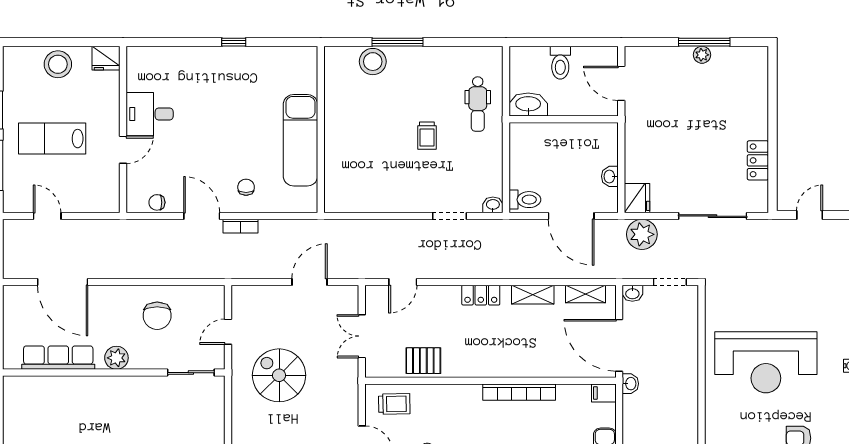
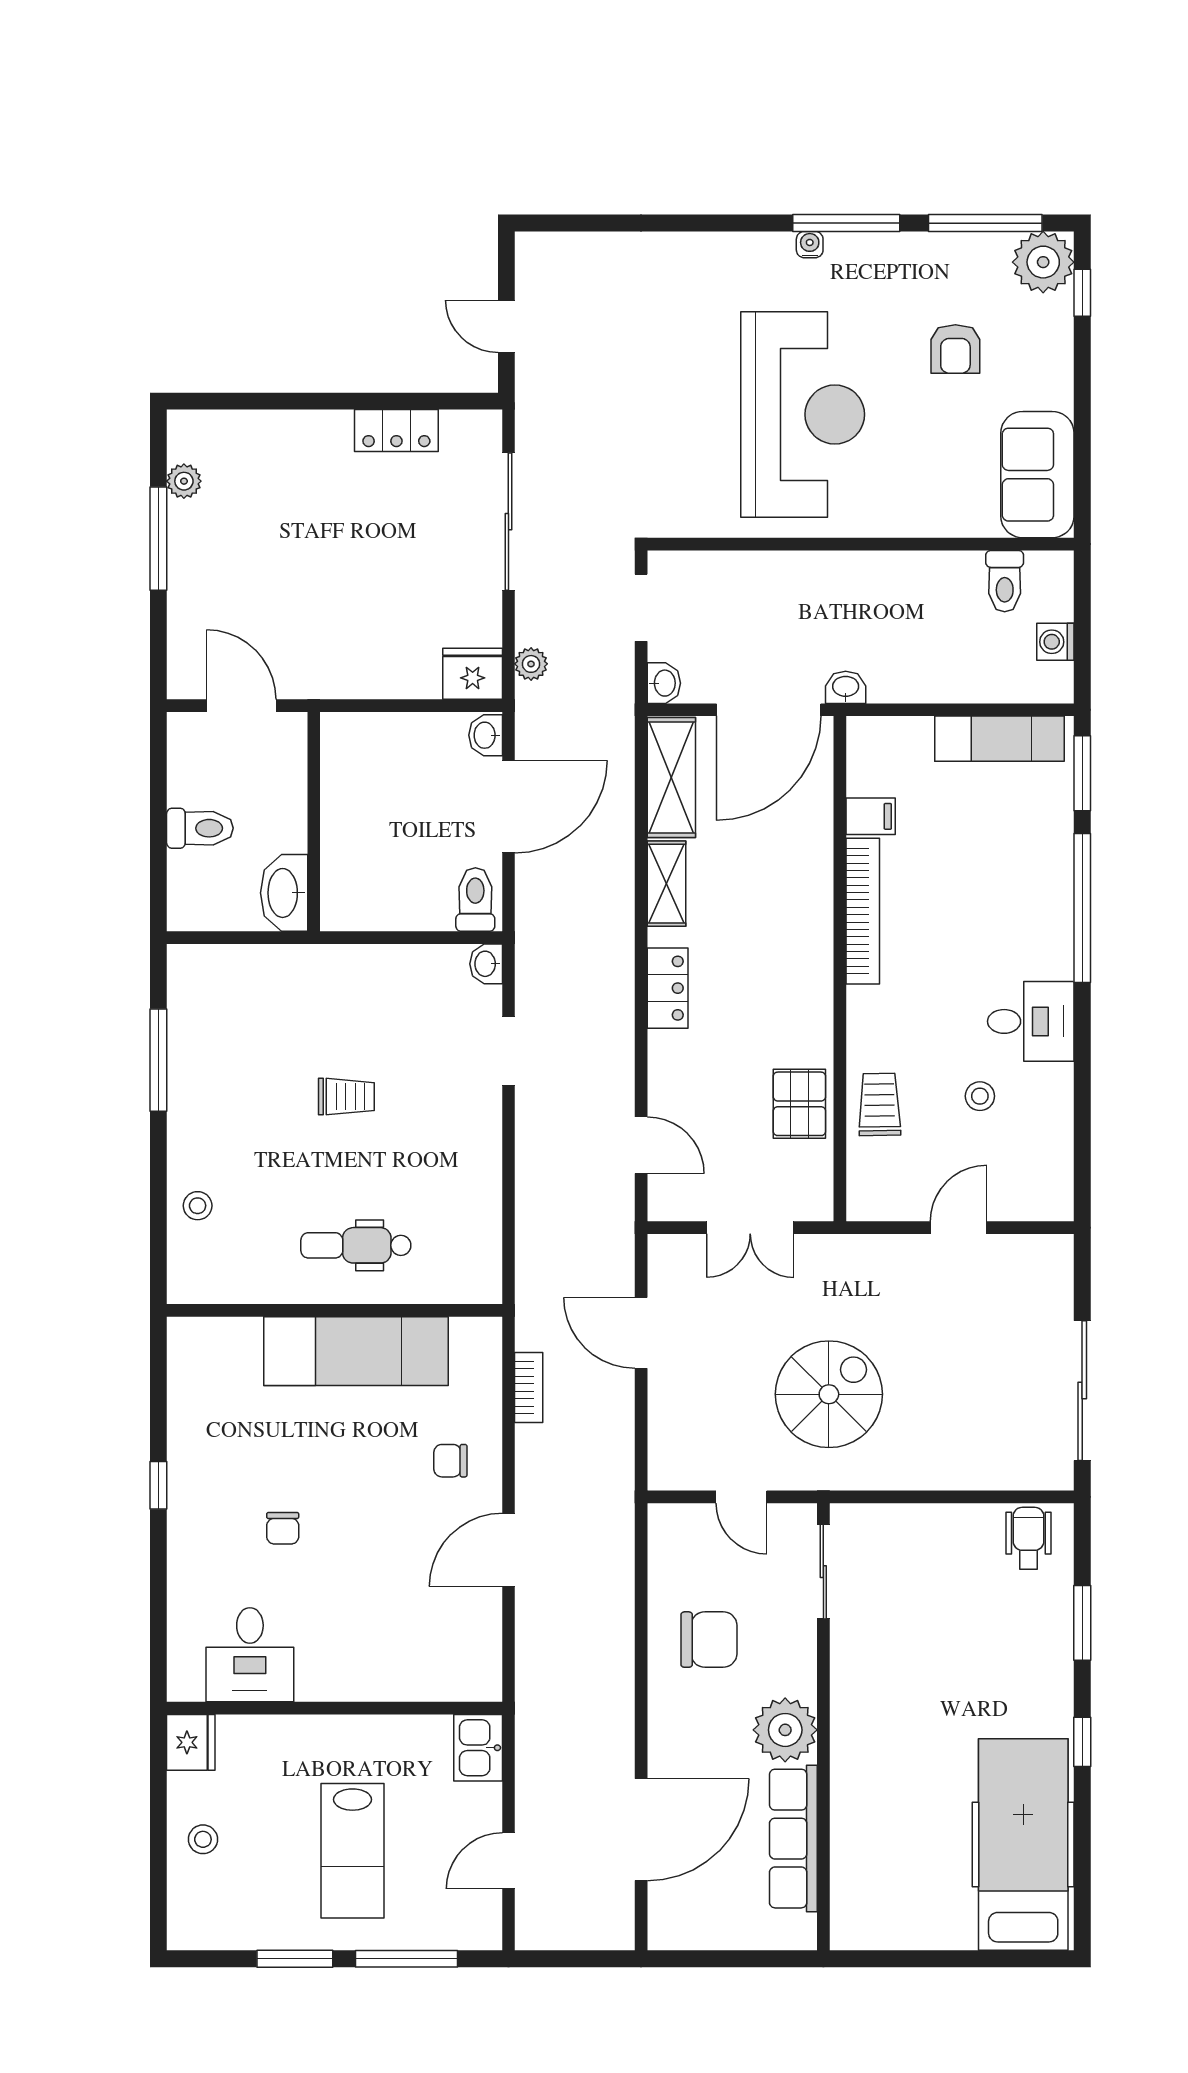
window: (398, 42) -> (158, 1060), moved
plant: (702, 55) -> (184, 481), moved
stool: (373, 62) -> (198, 1206), width x0.53, depth x0.53
stool: (58, 64) -> (203, 1839), width x0.53, depth x0.53
door: (621, 83) -> (241, 706), swing flipped
dental chair: (478, 104) -> (356, 1245), moved, turned 180
desk: (150, 114) -> (250, 1655), moved
door: (123, 150) -> (375, 1708), removed
washbasin: (610, 176) -> (486, 735), moved, turned 90
kitchen sink: (103, 201) -> (478, 1748), added
chair: (157, 202) -> (283, 1528), moved
bookcase: (241, 226) -> (529, 1388), moved
plant: (642, 234) -> (531, 664), width x0.53, depth x0.53
shelving: (585, 294) -> (671, 778), width x1.50, depth x1.33
plant: (116, 358) -> (785, 1730), width x1.36, depth x1.36
spiral stairs: (279, 375) -> (829, 1394), turned 180
filing cabinet: (604, 393) -> (871, 816), moved, turned -90
trolley: (394, 404) -> (880, 1104), moved

